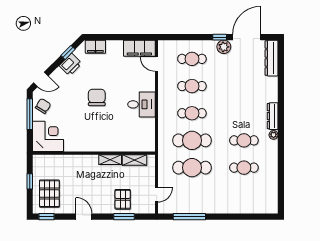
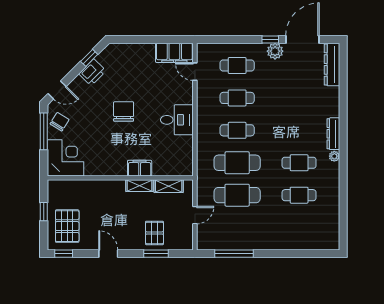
filing cabinet: (95, 47) -> (140, 168), moved, turned 180
door: (157, 195) -> (195, 215), moved

